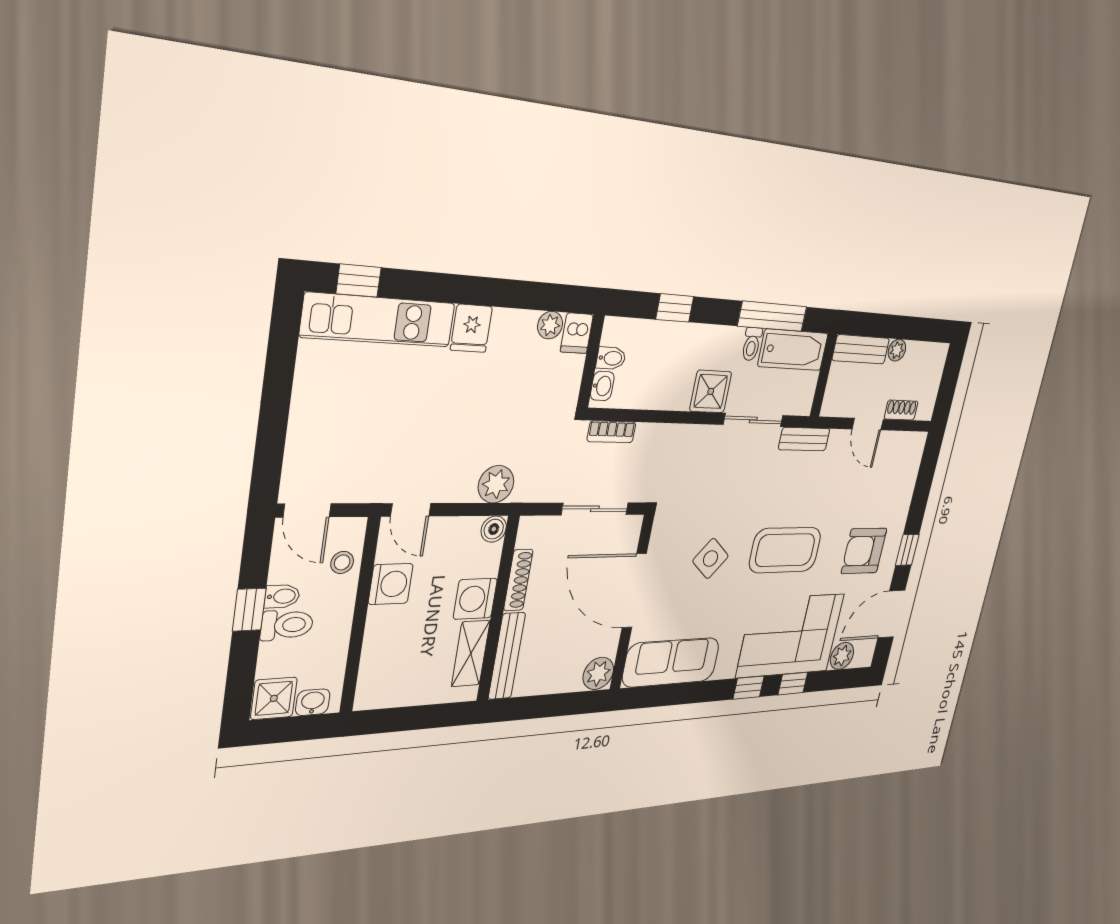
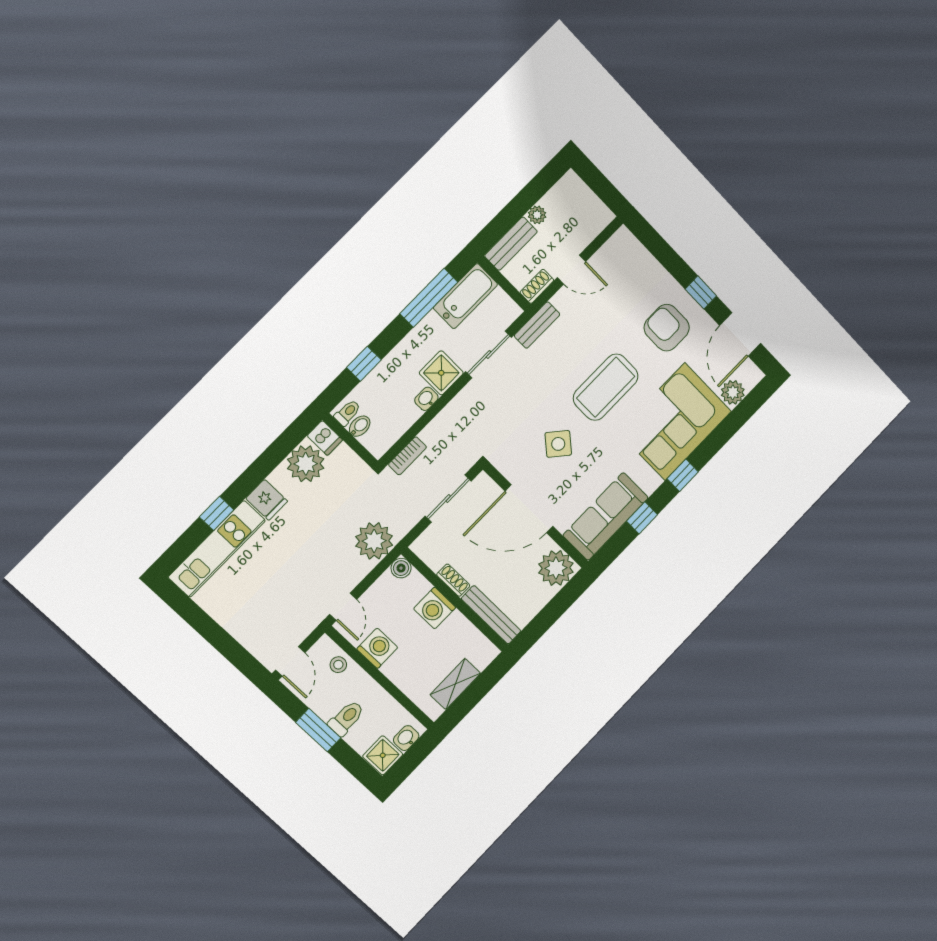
window: (359, 281) -> (217, 513), moved
plant: (550, 325) -> (306, 464), width x1.87, depth x1.87
toilet: (752, 344) -> (348, 413), moved, turned -90
washbasin: (602, 386) -> (426, 399), moved, turned -90
shoe rack: (901, 410) -> (537, 286), moved
plant: (496, 484) -> (374, 541), width x1.36, depth x1.36
door: (307, 510) -> (290, 661), hinge flipped
door: (411, 510) -> (343, 607), hinge flipped
armchair: (864, 551) -> (667, 328), turned 90
shoe rack: (518, 580) -> (453, 580), width x0.70
bidet: (282, 596) -> (327, 709), removed
window: (249, 610) -> (318, 730), width x1.50
shelving: (471, 653) -> (455, 684), moved, turned 90
plant: (598, 673) -> (556, 568), width x1.36, depth x1.36
window: (793, 684) -> (642, 518), moved

